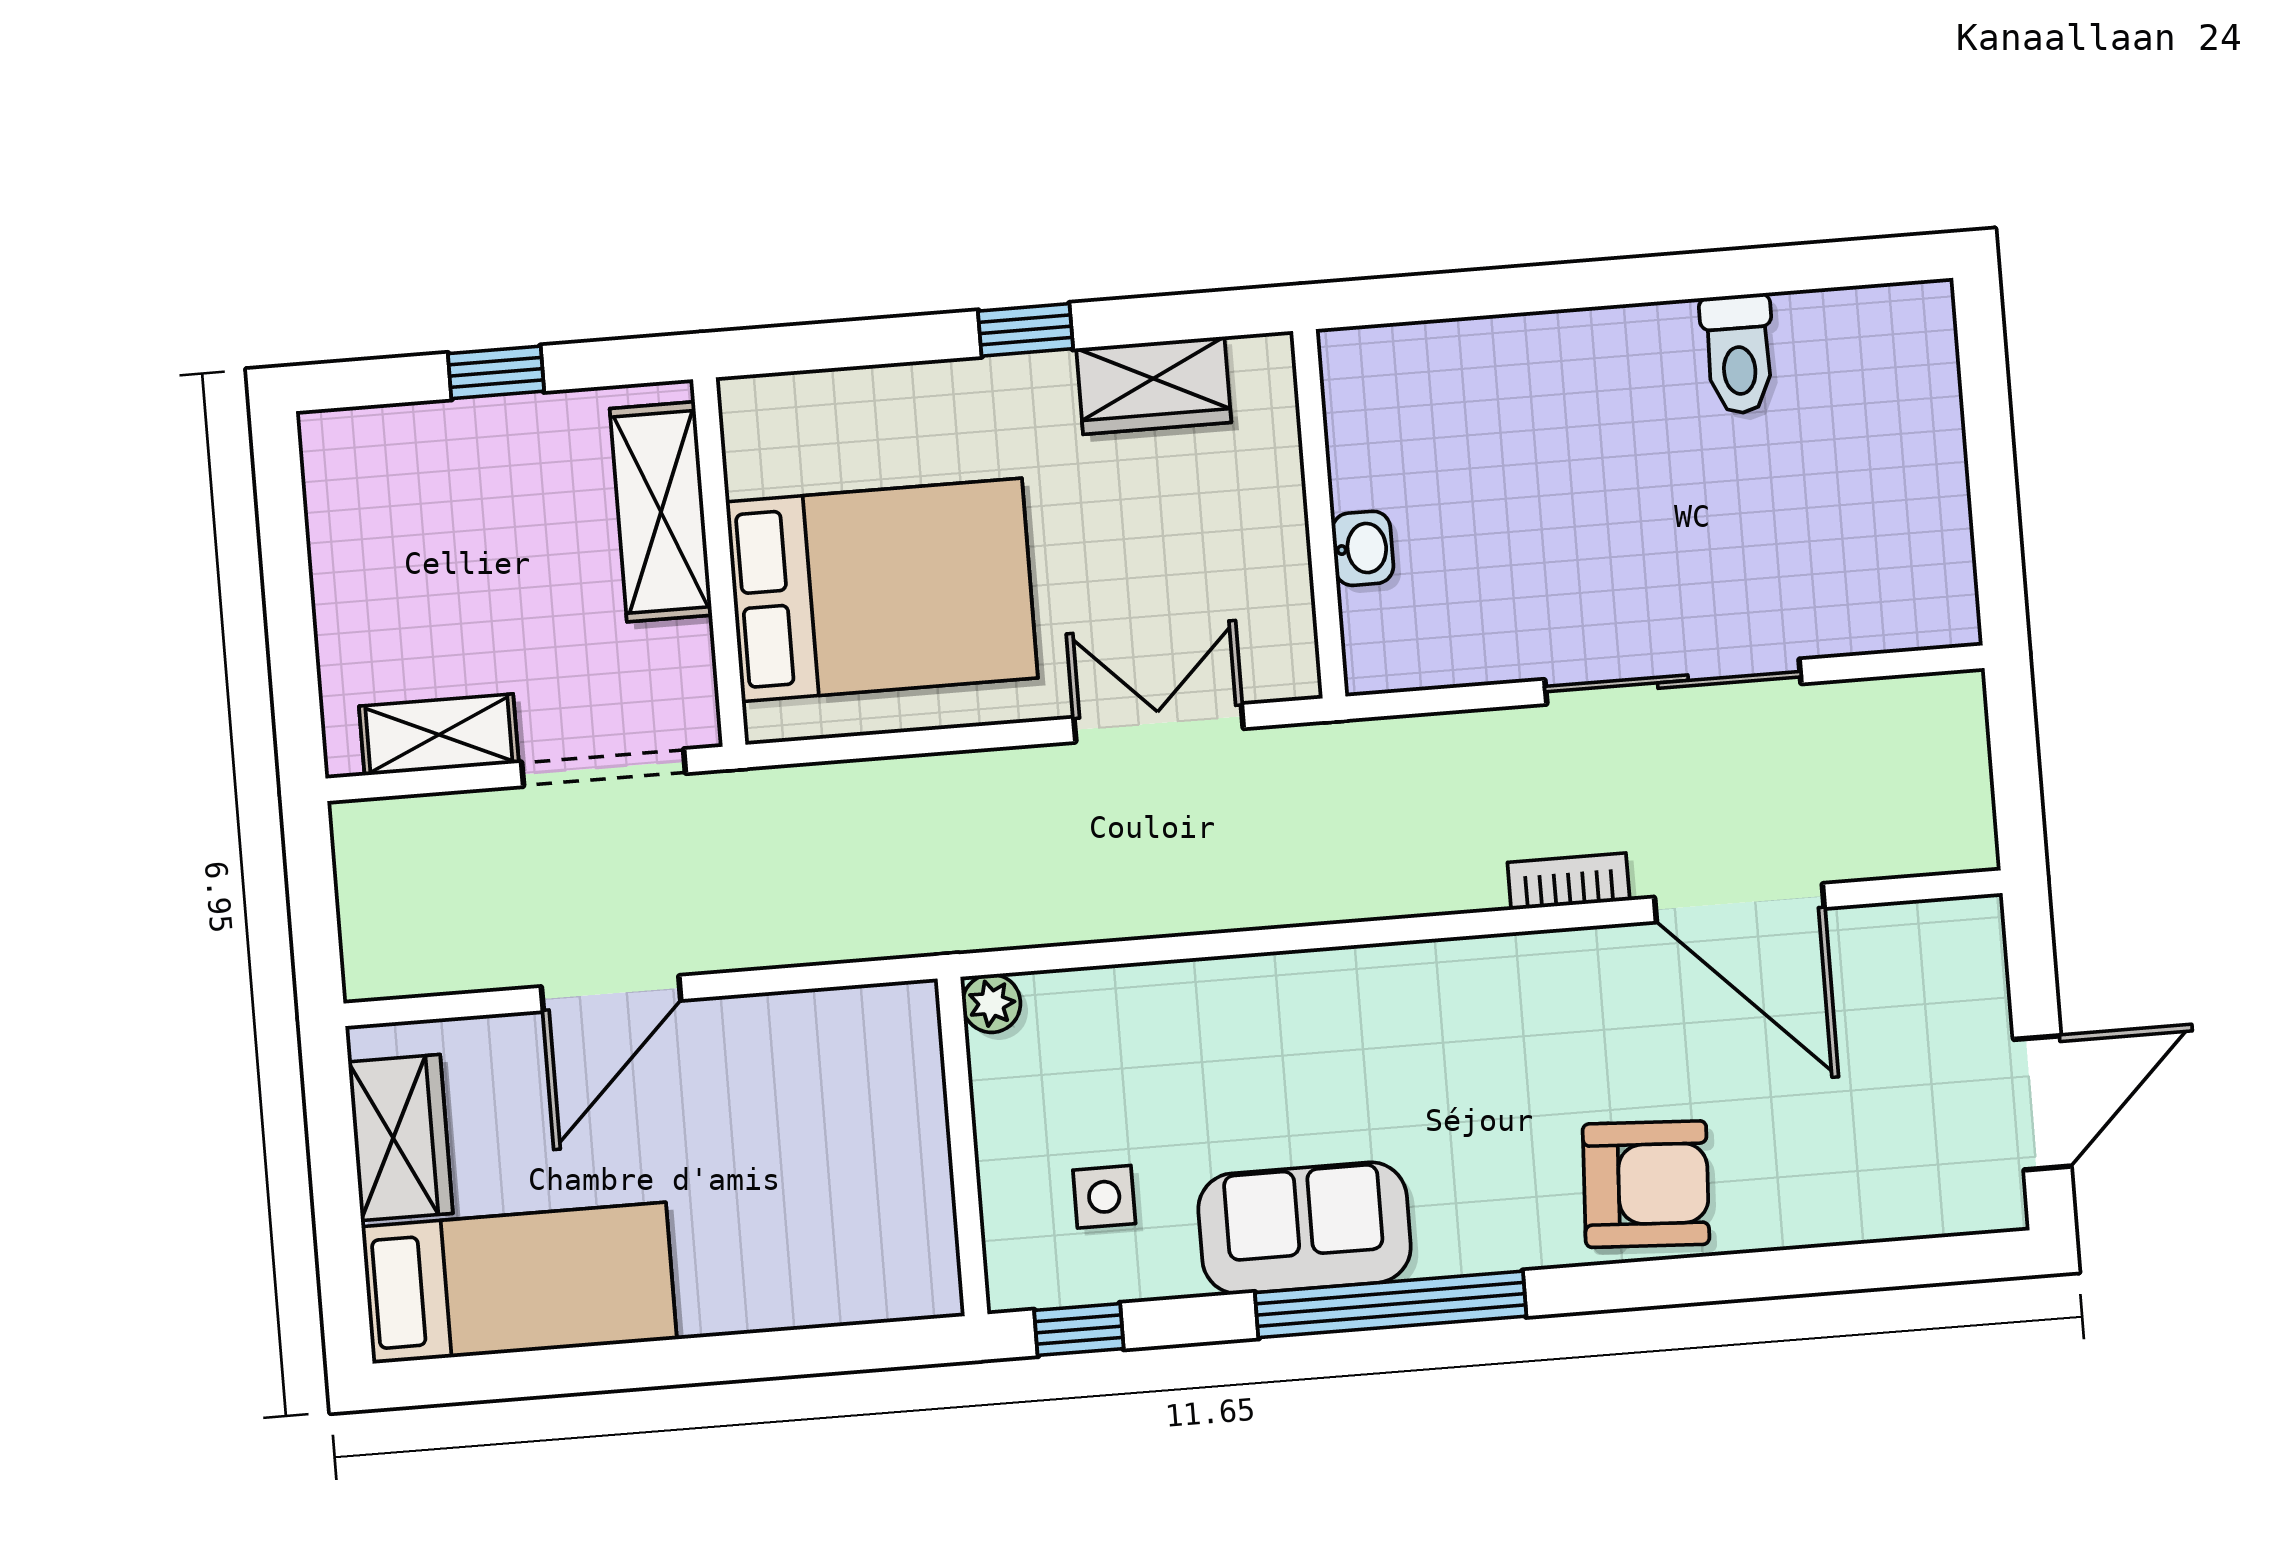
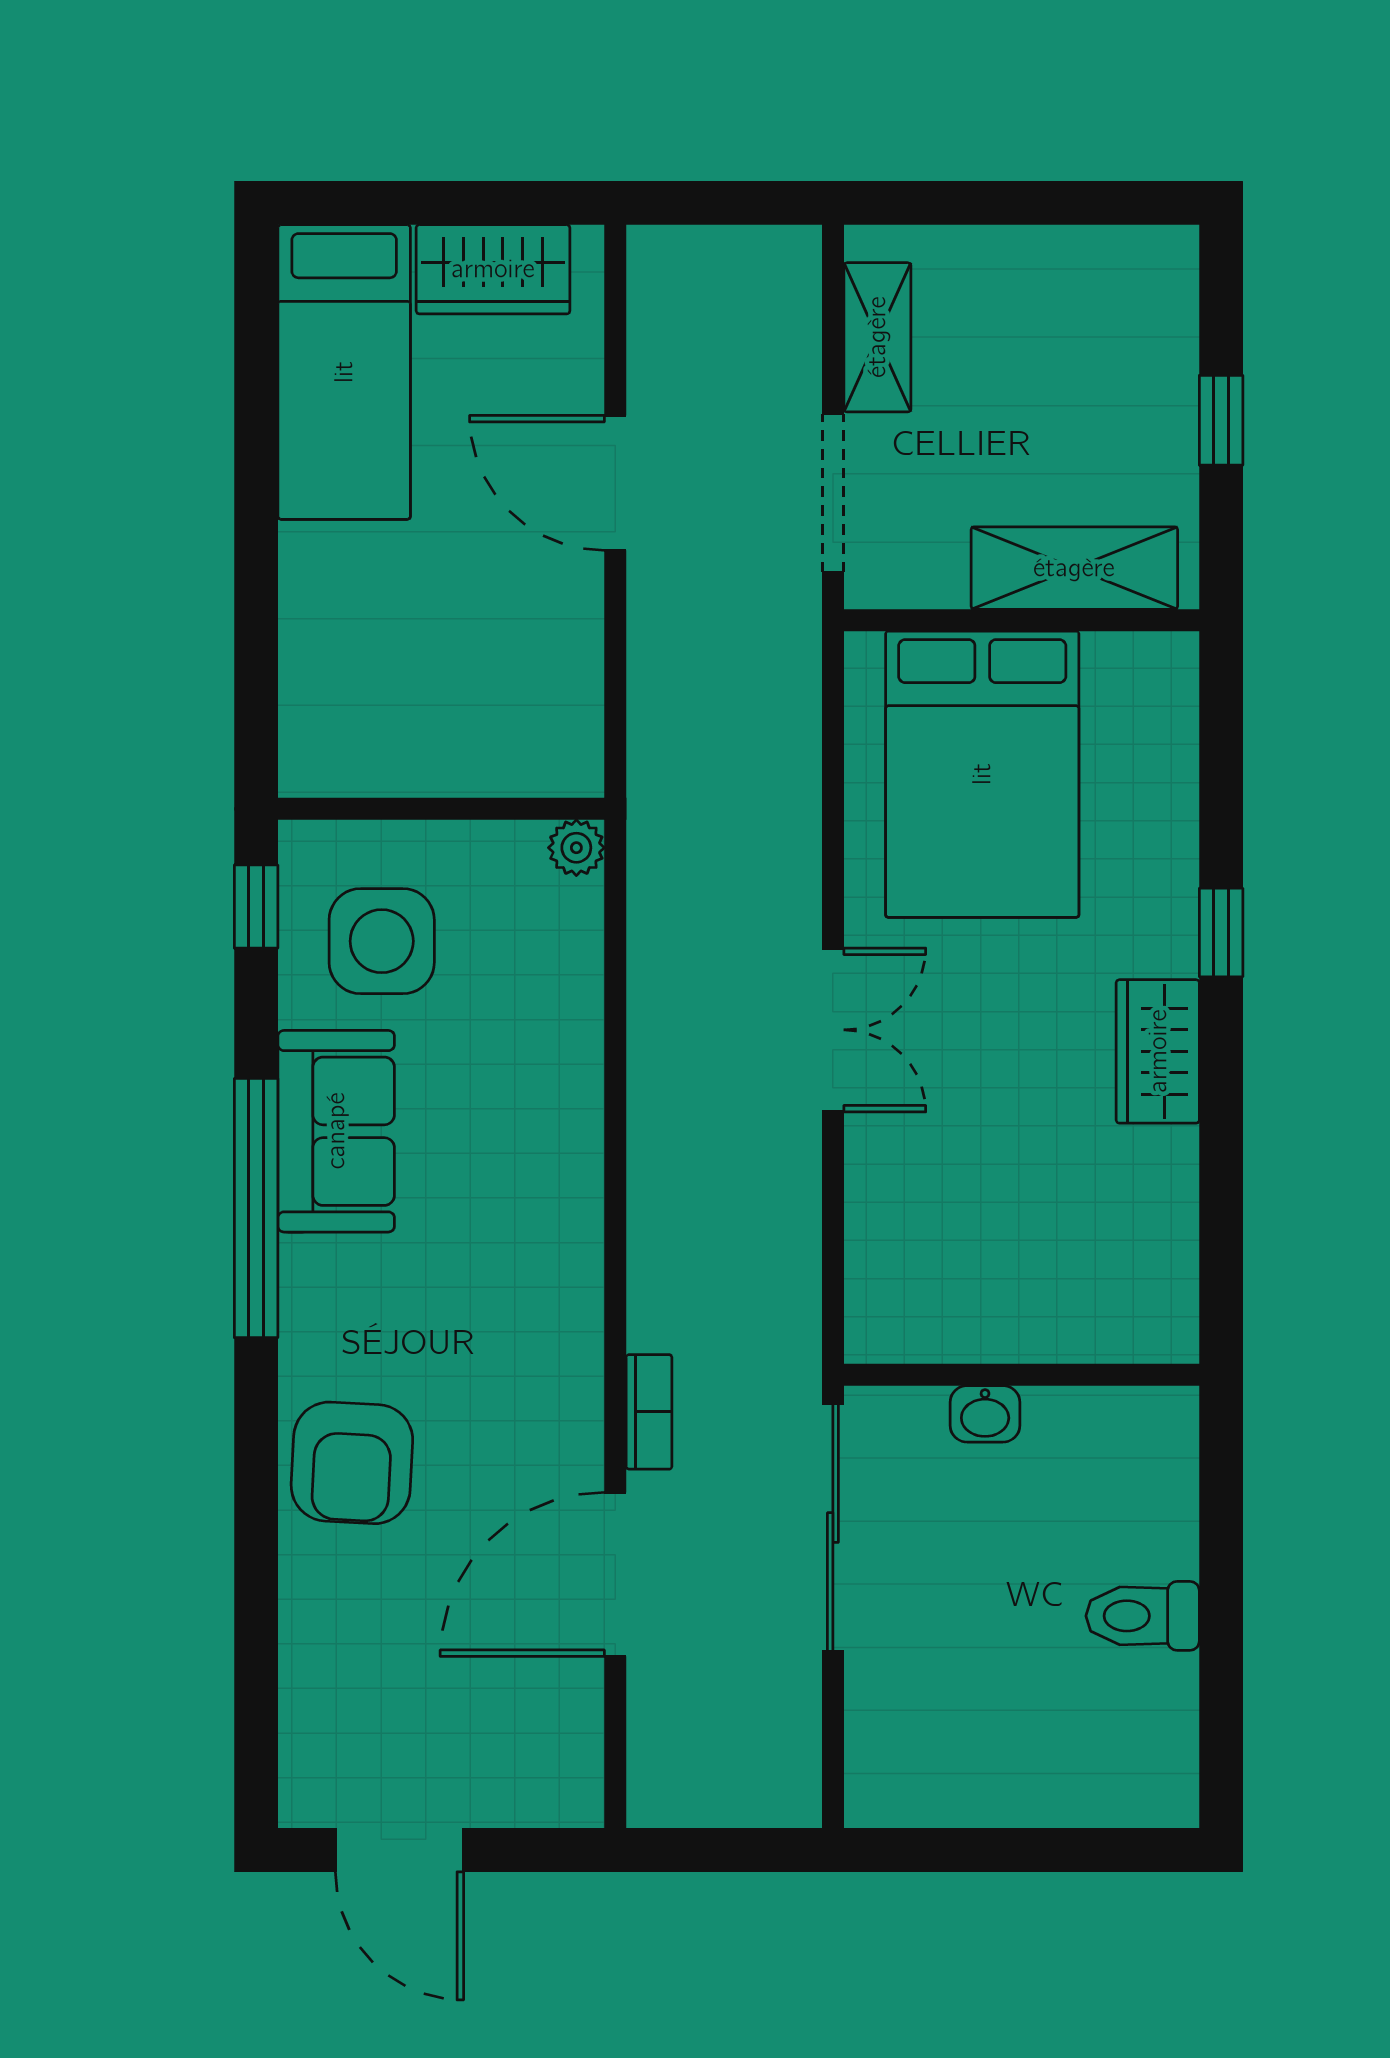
wall: (1319, 514) -> (1022, 1375), moved
washbasin: (1363, 548) -> (985, 1414), moved
side table: (1104, 1197) -> (382, 941), width x1.87, depth x1.87

